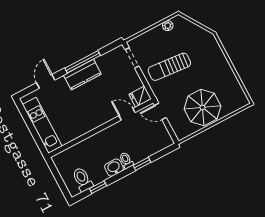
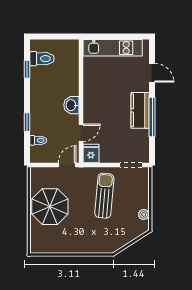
toilet: (126, 160) -> (38, 140), moved
washbasin: (114, 168) -> (71, 105), moved, turned 180

